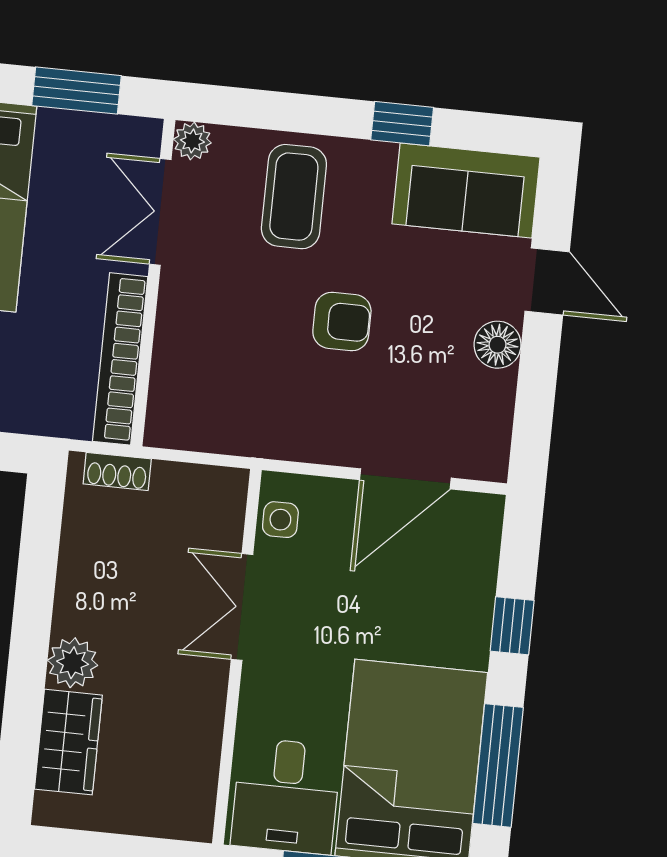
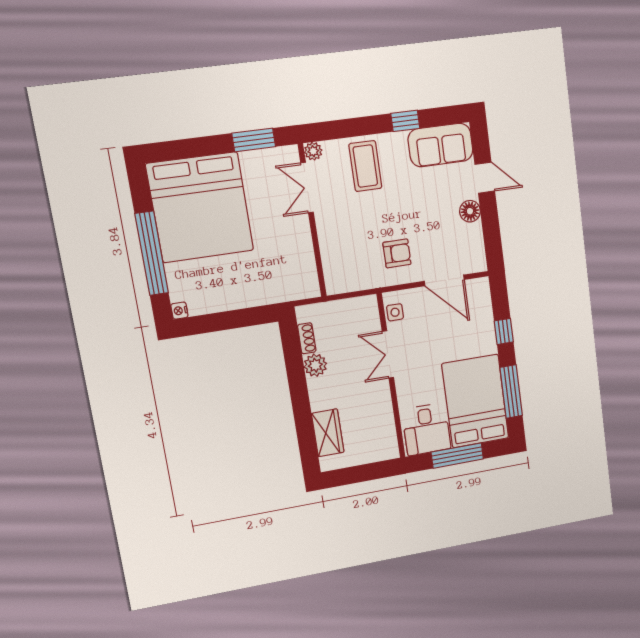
armchair: (342, 322) -> (397, 253), moved
bookcase: (120, 359) -> (306, 259), removed
shoe rack: (117, 471) -> (307, 338), moved, turned -90
door: (405, 479) -> (444, 280), hinge flipped
plant: (73, 663) -> (315, 365), moved

